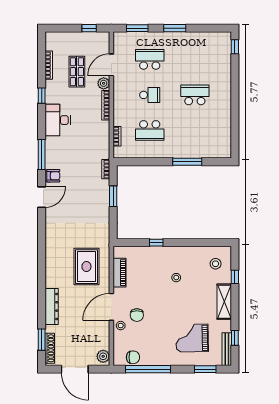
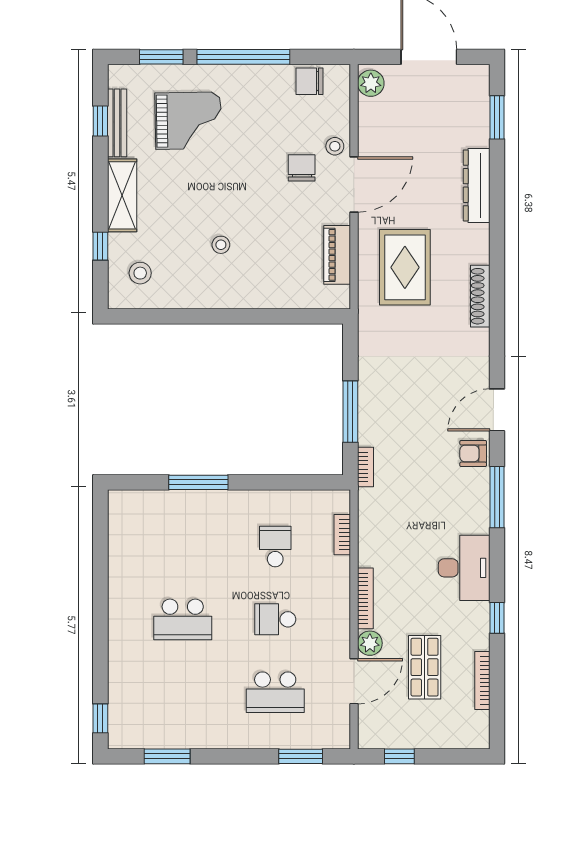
window: (175, 28) -> (167, 756), moved
school desk: (150, 130) -> (275, 546), width x0.54
window: (113, 196) -> (350, 412), width x1.44
window: (156, 243) -> (262, 316), removed
shoe rack: (50, 348) -> (480, 296), moved
bench: (227, 349) -> (117, 123), moved
window: (148, 369) -> (243, 57), moved

